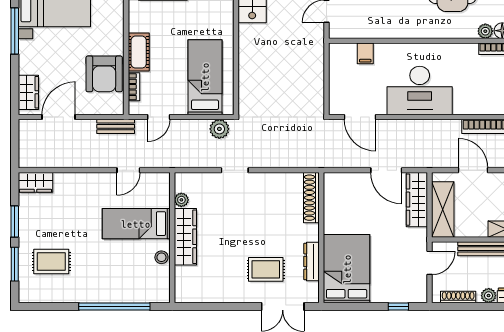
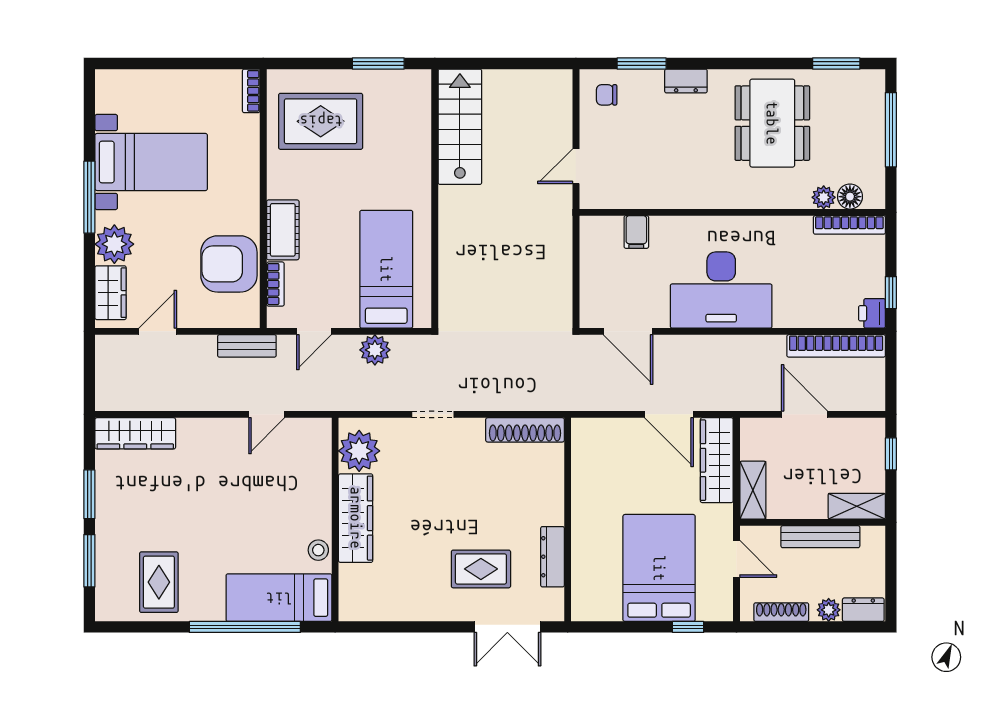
plant: (31, 61) -> (114, 244), added
armchair: (104, 74) -> (229, 264), turned 90
door: (59, 117) -> (158, 331), width x0.73
plant: (219, 129) -> (375, 350), moved
wardrobe: (36, 182) -> (135, 433), width x1.50
shoe rack: (311, 198) -> (525, 430), moved, turned -90
plant: (181, 200) -> (359, 451), width x1.88, depth x1.88
shelving: (443, 210) -> (753, 490), width x0.67, depth x0.75
bed: (136, 224) -> (279, 598), moved
rug: (51, 261) -> (159, 582), moved, turned 90
door: (429, 263) -> (736, 559), hinge flipped
bed: (347, 269) -> (659, 568), moved

